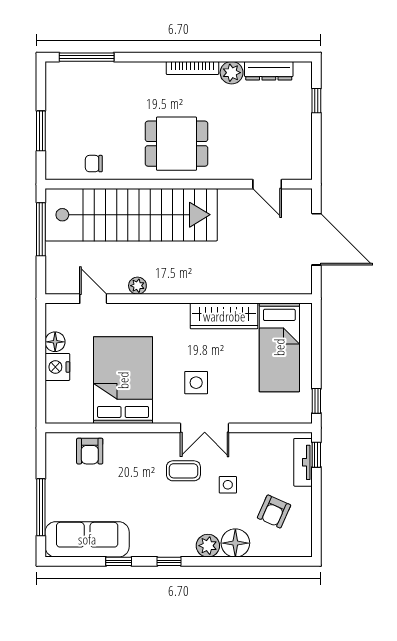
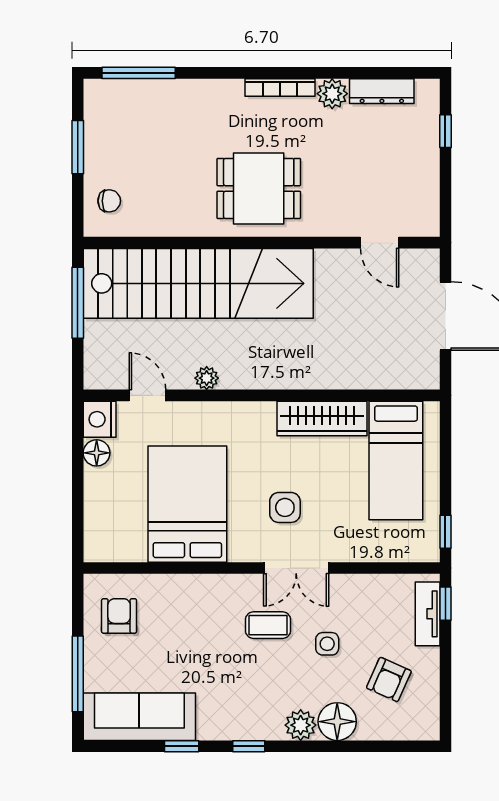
window: (41, 131) -> (78, 147), moved
chair: (94, 164) -> (109, 201), moved, turned 180
nightstand: (57, 367) -> (100, 419), moved
armchair: (90, 451) -> (119, 616), moved, turned 180

